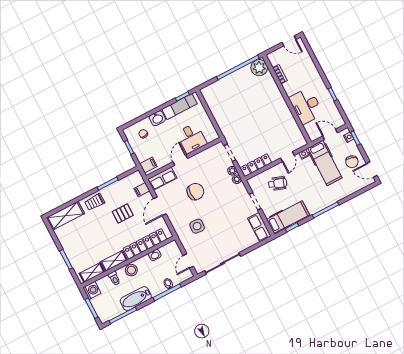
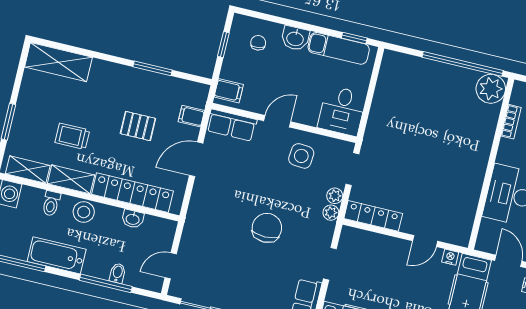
desk: (192, 138) -> (342, 111), moved
wheelchair: (278, 183) -> (381, 266), removed
chair: (195, 192) -> (267, 228), moved, turned -90
trolley: (95, 202) -> (72, 136), moved
side table: (197, 226) -> (301, 156), moved

